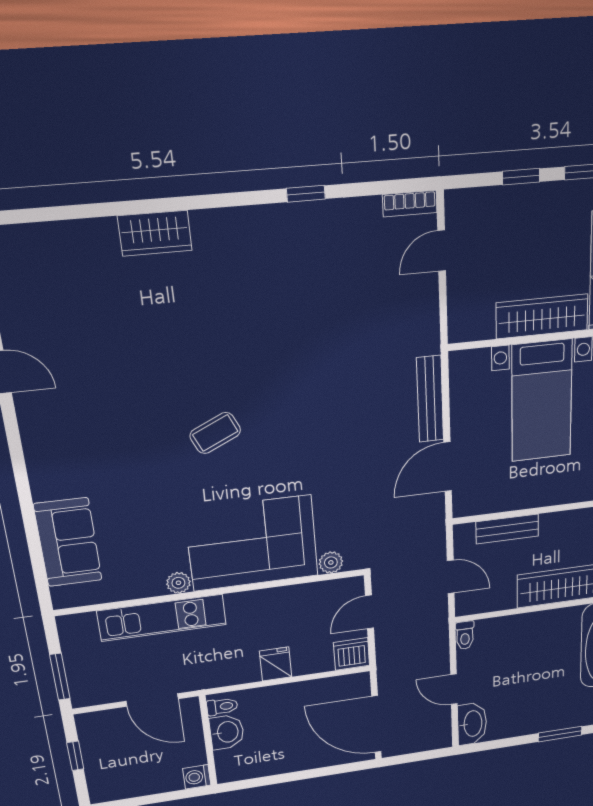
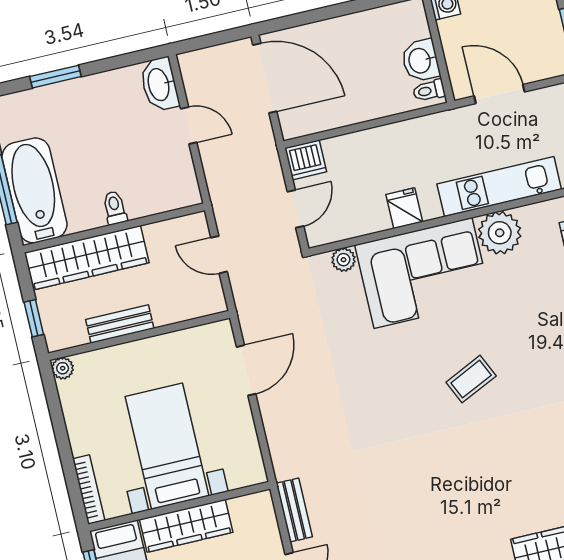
bench: (430, 399) -> (294, 510), moved, width x0.73
bench: (507, 529) -> (120, 324), moved
plant: (178, 583) -> (500, 233), width x1.88, depth x1.88
toilet: (465, 635) -> (115, 208), moved
fridge: (276, 664) -> (404, 208), moved, turned 180

